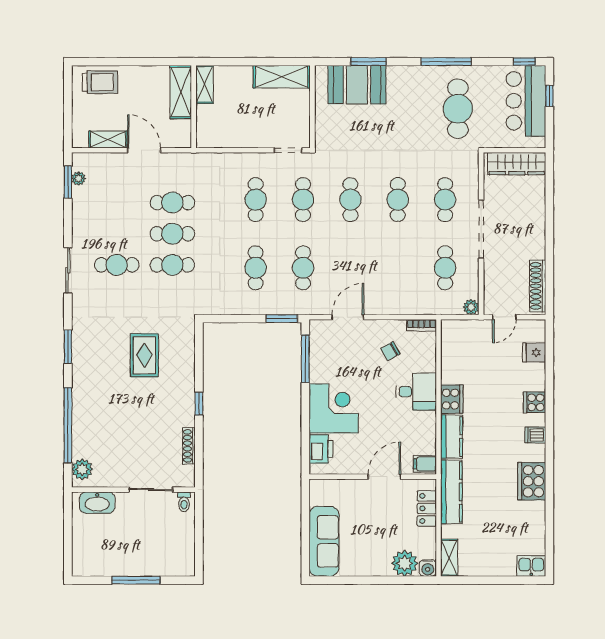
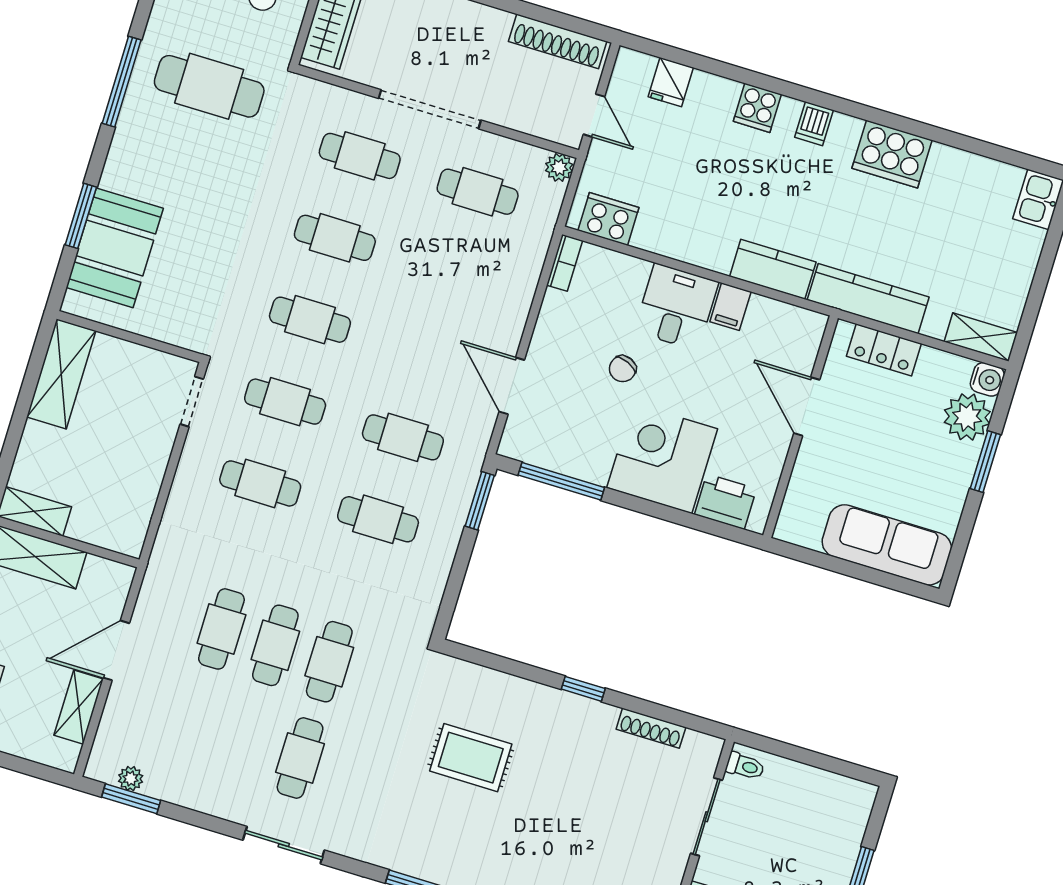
chair: (390, 351) -> (623, 369), moved, turned 53
cooker: (452, 399) -> (608, 219), moved
filing cabinet: (425, 464) -> (730, 307), moved
window: (384, 580) -> (985, 462), added

